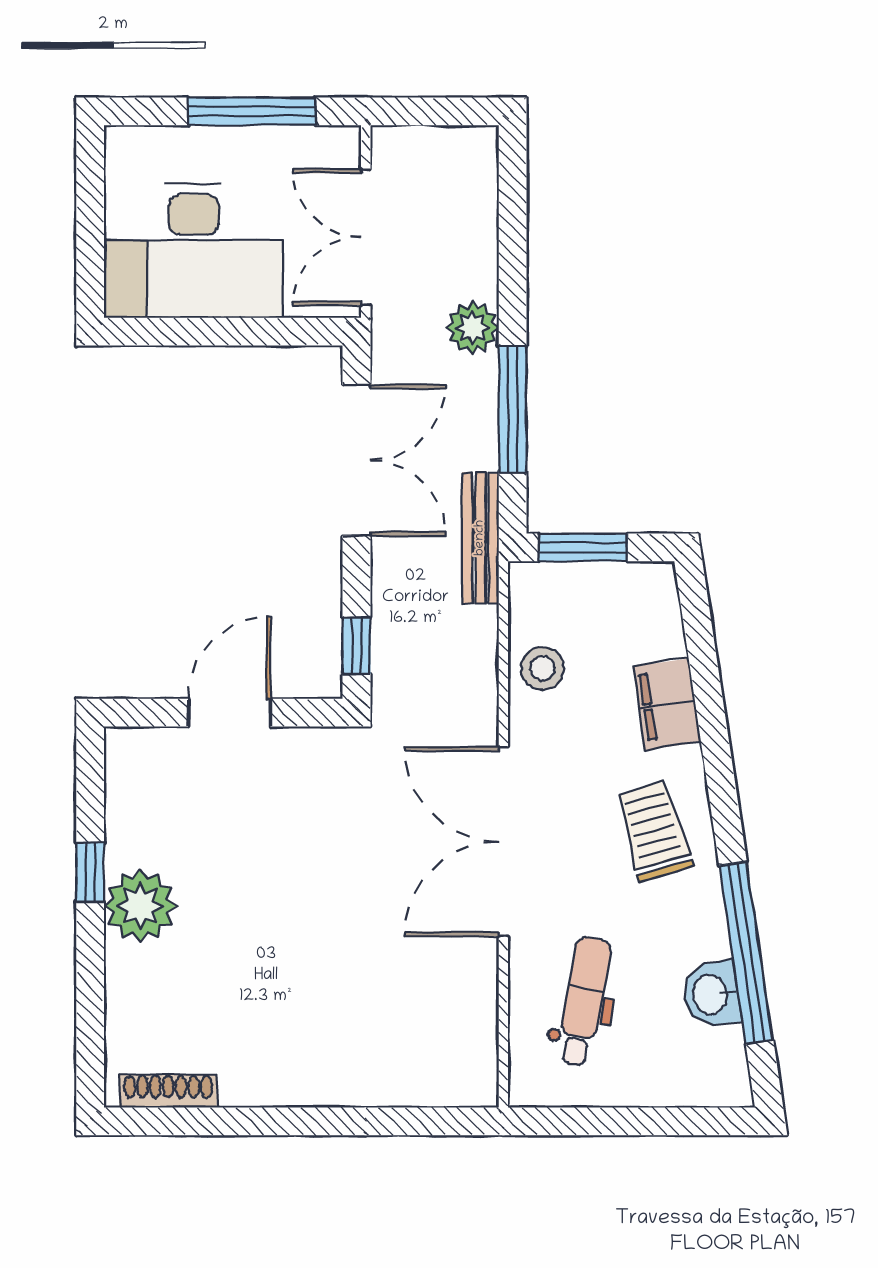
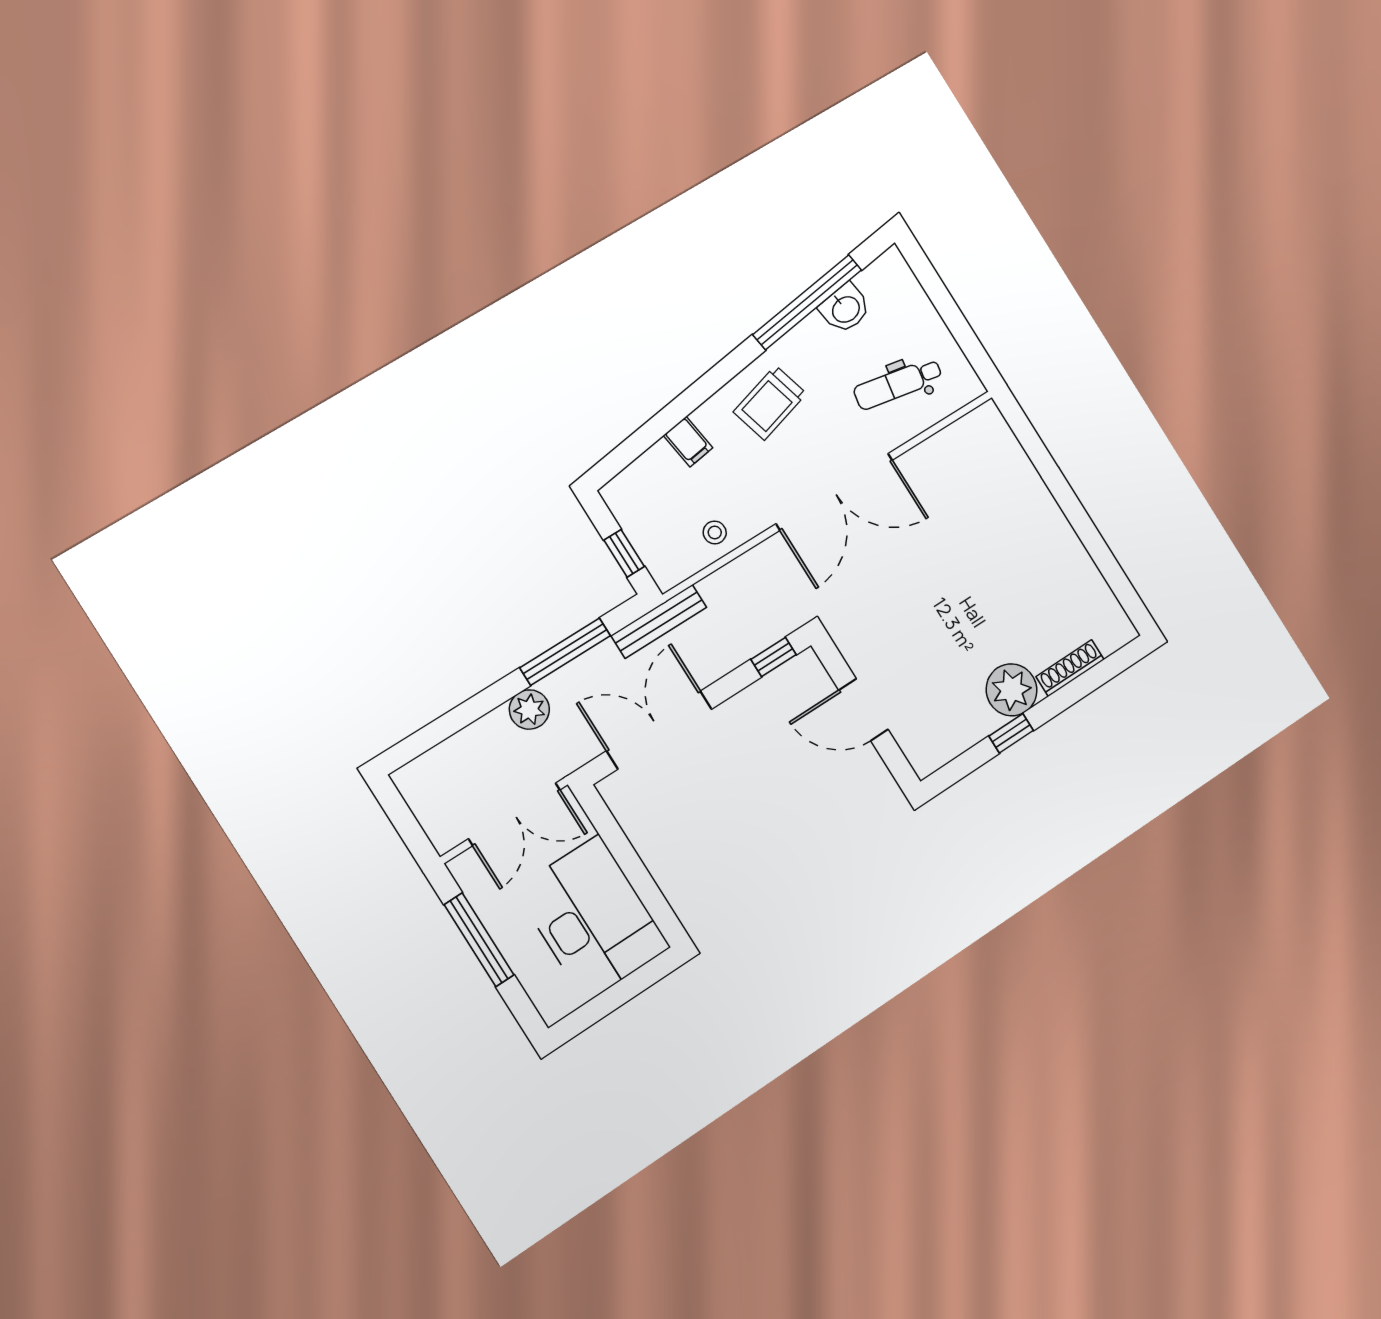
window: (583, 547) -> (624, 553), width x0.67
stool: (543, 668) -> (715, 532), width x0.73, depth x0.73
filing cabinet: (667, 704) -> (688, 442), width x0.50
shoe rack: (168, 1091) -> (1070, 668), moved, turned 90

